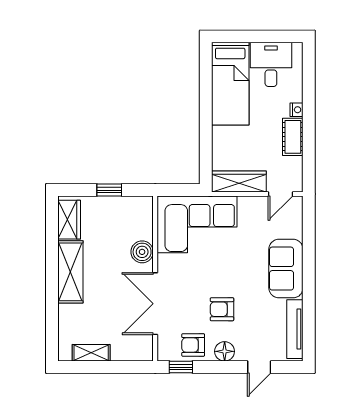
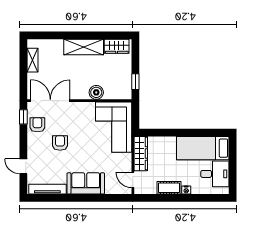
window: (109, 190) -> (135, 82), moved
double door: (155, 304) -> (50, 101), moved
floor lamp: (225, 351) -> (33, 145), removed

